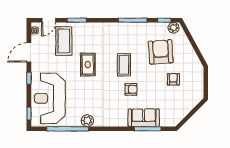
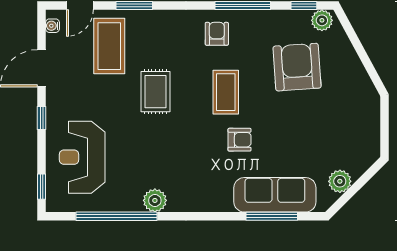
armchair: (173, 79) -> (217, 34), moved
reception desk: (50, 98) -> (82, 157), width x0.74, depth x0.77
plant: (183, 111) -> (340, 181), added
sofa: (144, 118) -> (275, 195), width x1.36

